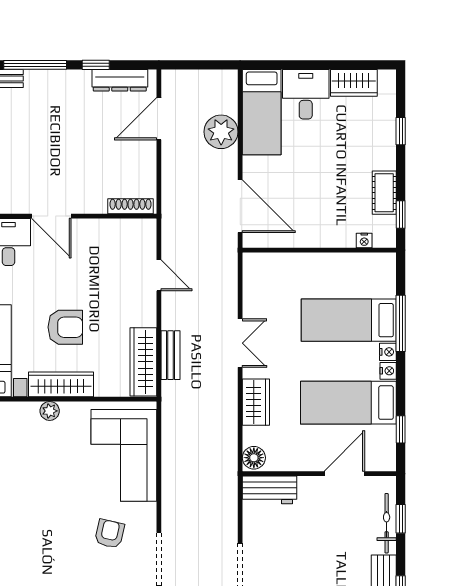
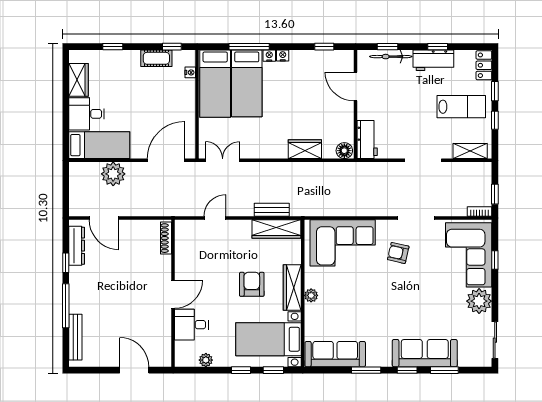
double door: (240, 343) -> (223, 160), moved
bed: (348, 403) -> (215, 84), moved

